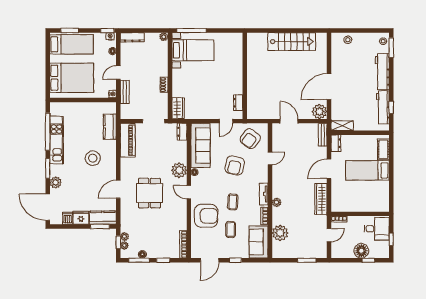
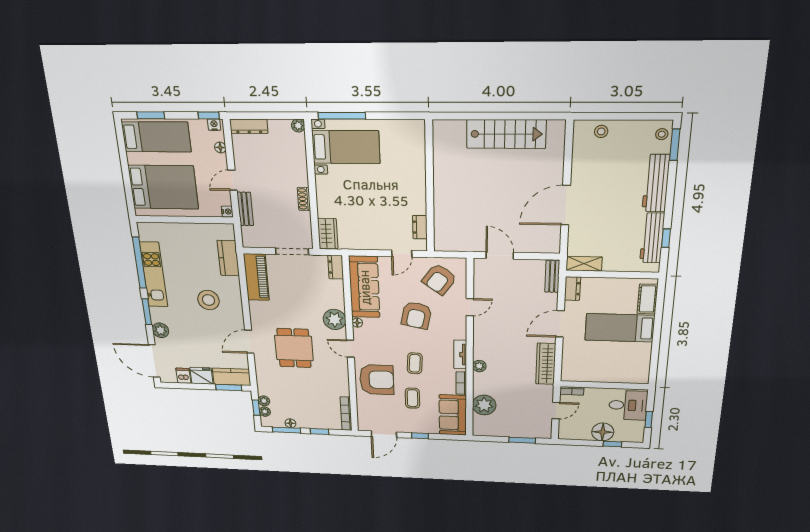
plant: (319, 112) -> (549, 242), removed

